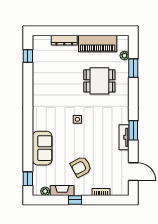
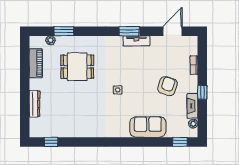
piano: (98, 43) -> (36, 63), width x0.73, depth x0.75
dining table: (99, 81) -> (77, 67), turned 90
armchair: (81, 167) -> (167, 86), turned -133

